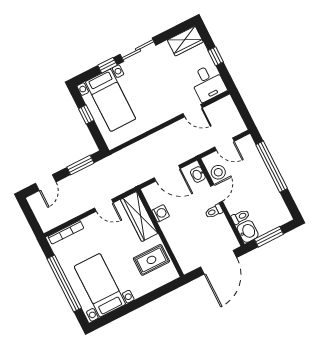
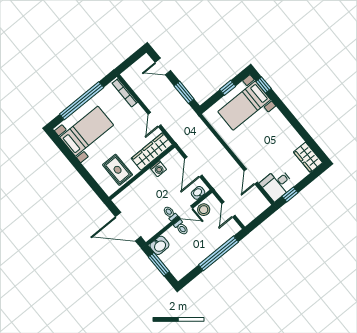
sliding door: (138, 50) -> (292, 119), removed
window: (216, 56) -> (290, 195), moved
window: (107, 65) -> (264, 85), moved
toilet: (240, 217) -> (181, 228), moved

